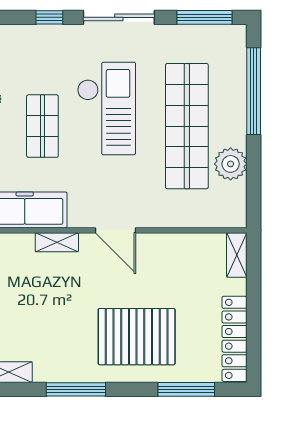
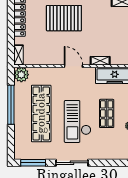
window: (49, 17) -> (103, 163), removed
window: (254, 91) -> (11, 105), moved
plant: (231, 164) -> (21, 75), moved

